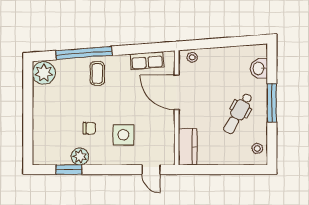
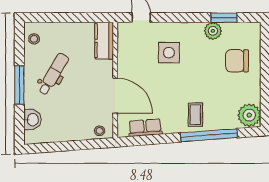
chair: (89, 128) -> (237, 61), moved, width x1.87, depth x1.87

